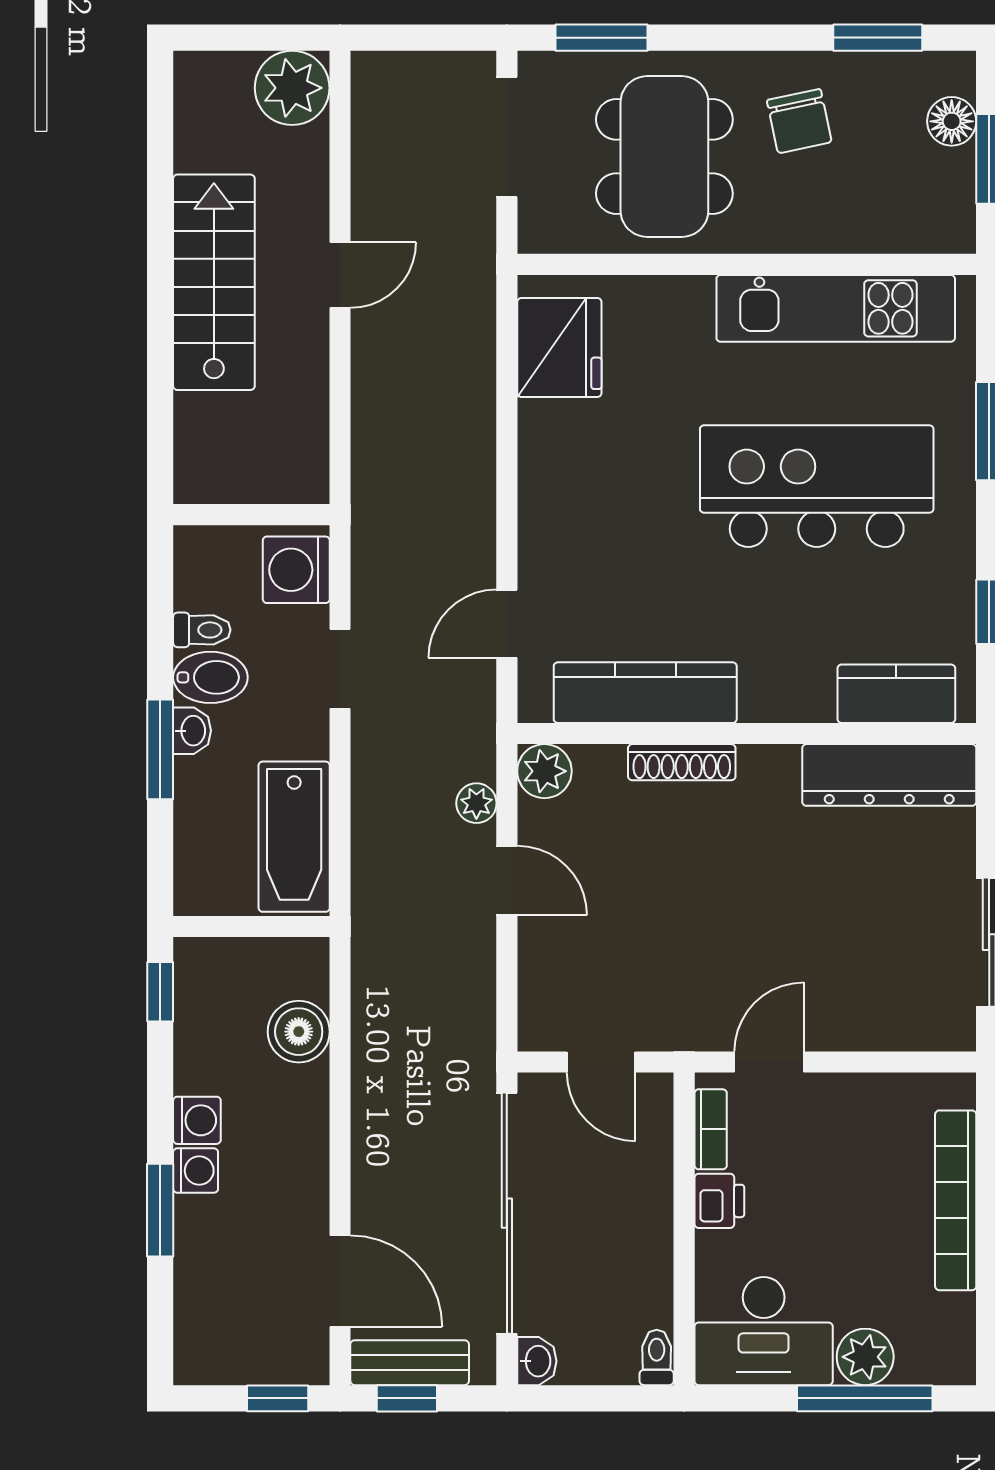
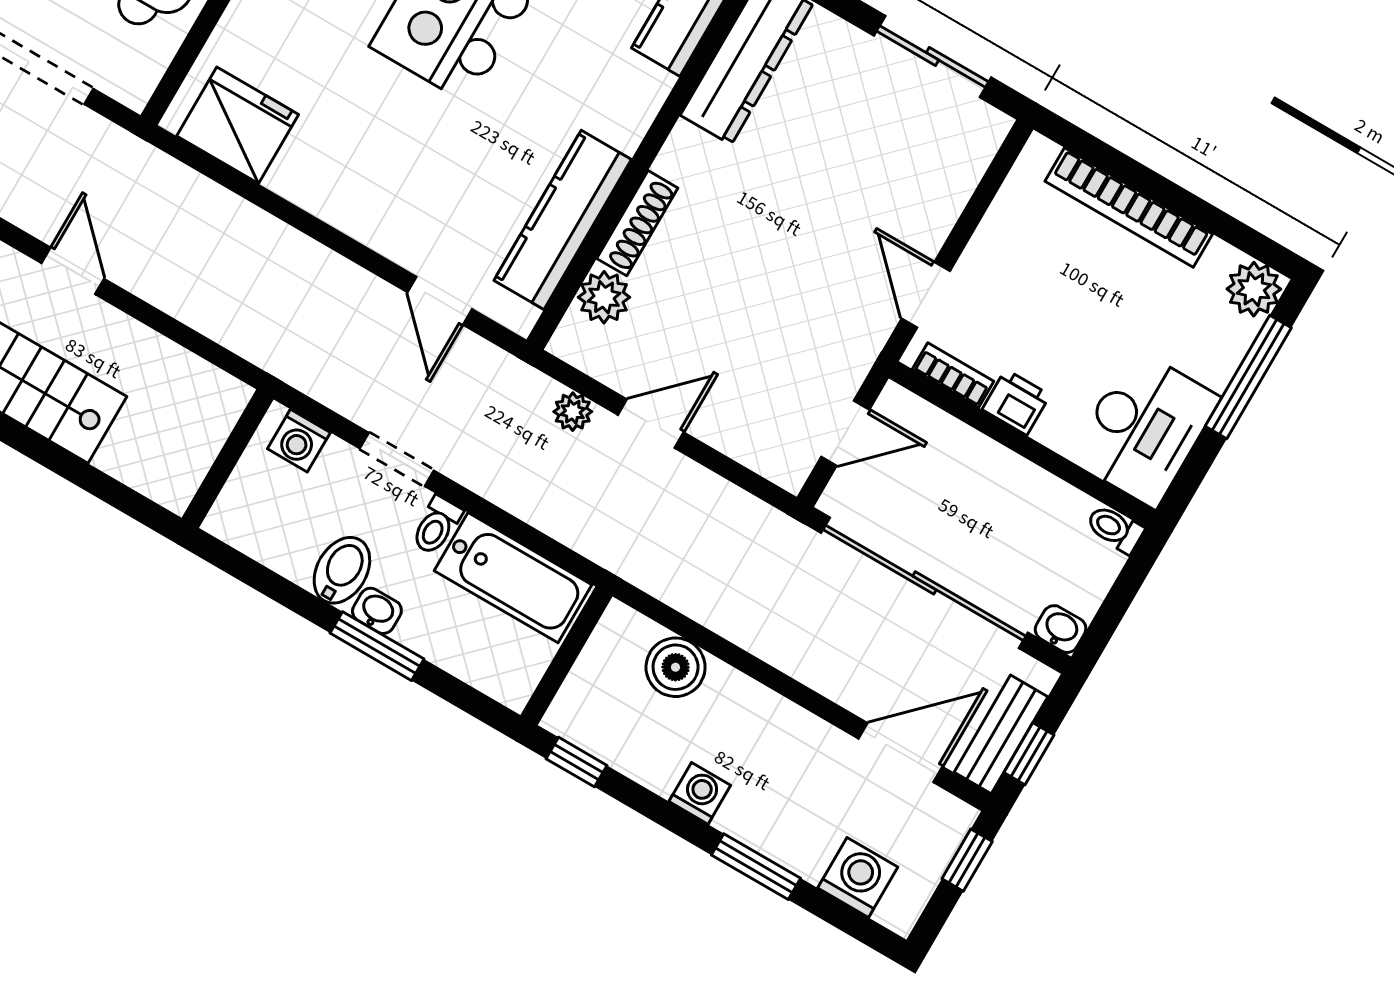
washing machine: (296, 570) -> (299, 441), width x0.73, depth x0.73
toilet: (202, 630) -> (436, 526), moved, turned 180
plant: (544, 771) -> (604, 297), moved
washing machine: (196, 1171) -> (858, 877), moved, width x1.38, depth x1.38
plant: (865, 1357) -> (1254, 289), moved

